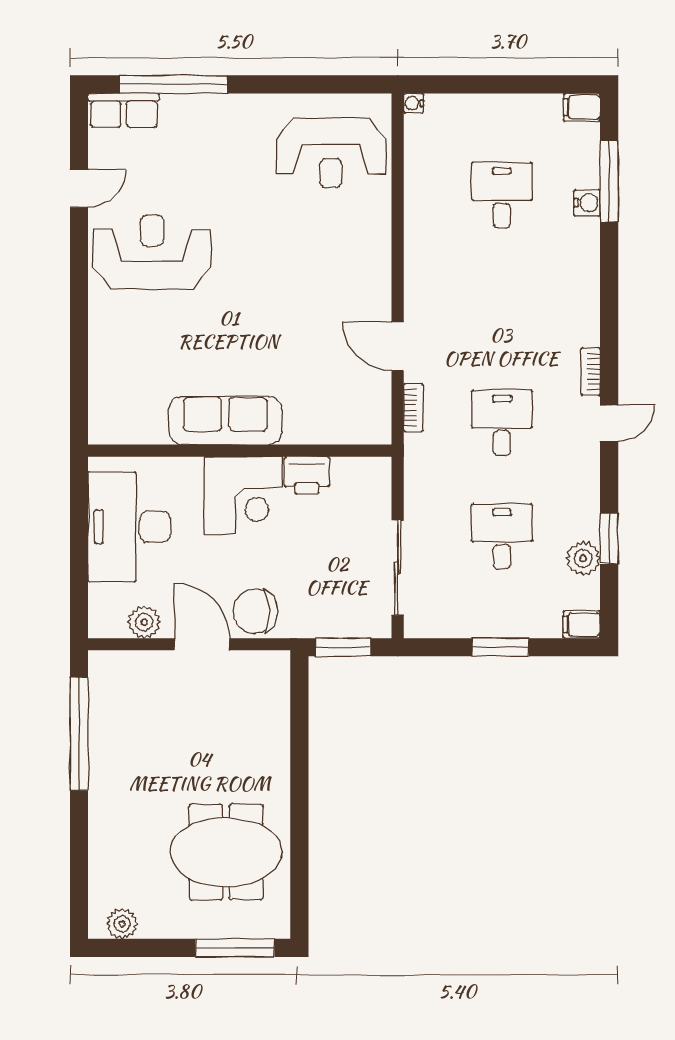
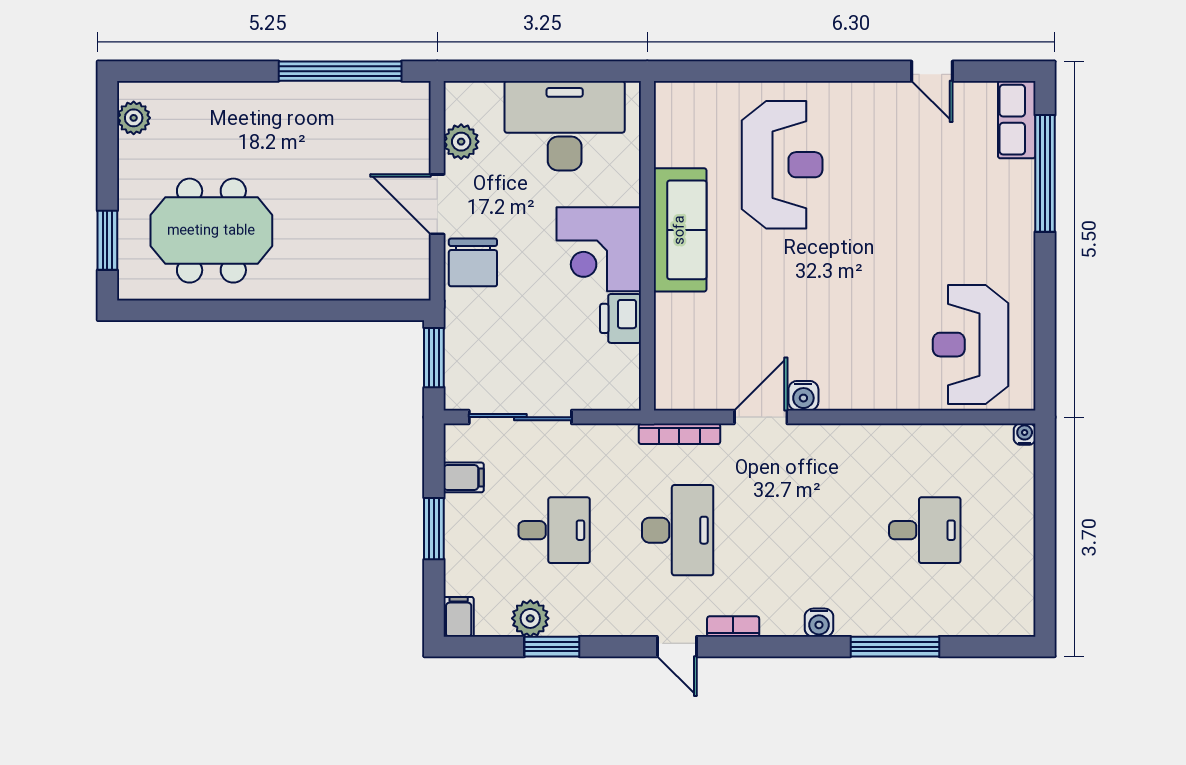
filing cabinet: (582, 107) -> (464, 477), moved, turned 90
window: (609, 181) -> (895, 647), moved
water cooler: (587, 203) -> (819, 623), moved
reception desk: (152, 252) -> (782, 165), moved
water cooler: (378, 307) -> (803, 396), added
bookcase: (413, 408) -> (679, 434), width x1.56
desk: (502, 423) -> (678, 530), width x1.37
chair: (255, 611) -> (473, 262), turned 180
door: (202, 644) -> (437, 204), swing flipped
meeting table: (226, 852) -> (211, 231), turned 90
window: (235, 948) -> (107, 240), width x0.69

